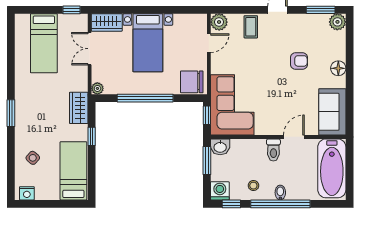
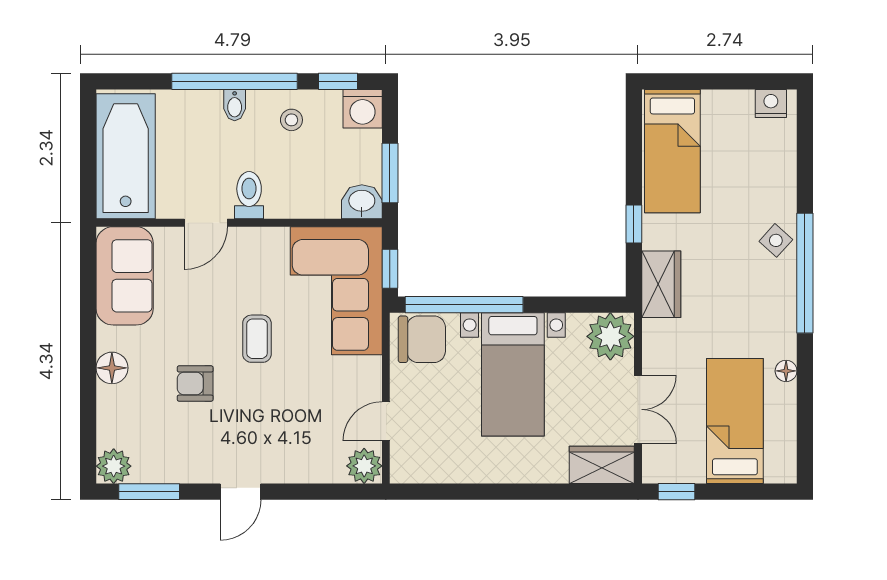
coffee table: (251, 27) -> (257, 339), moved
bed with nightstands: (148, 43) -> (513, 374), moved, turned 180
floor lamp: (20, 67) -> (786, 371), added
plant: (97, 88) -> (610, 336), width x1.88, depth x1.88
window: (145, 98) -> (464, 305), moved
window: (11, 113) -> (805, 273), width x2.11
side table: (33, 158) -> (776, 240), moved

